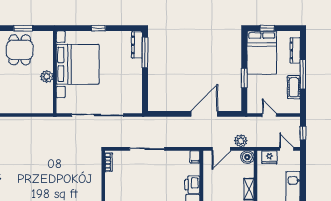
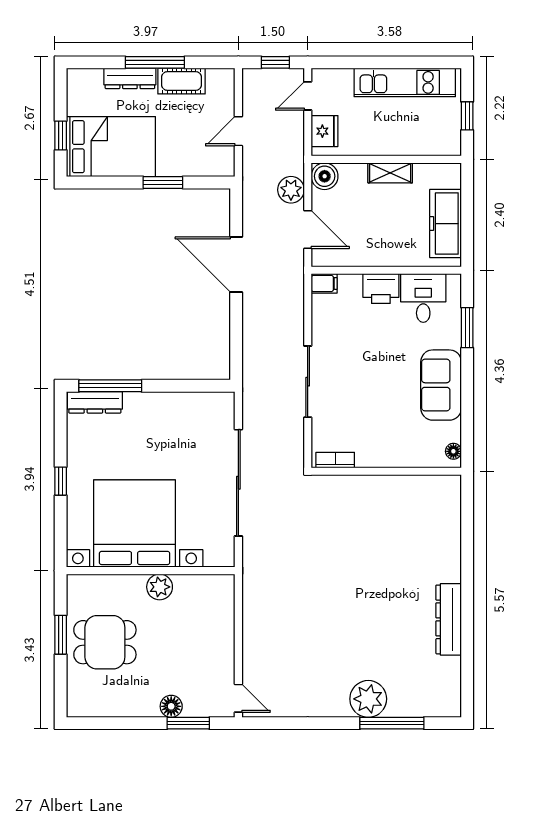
dresser: (295, 50) -> (130, 78), moved

